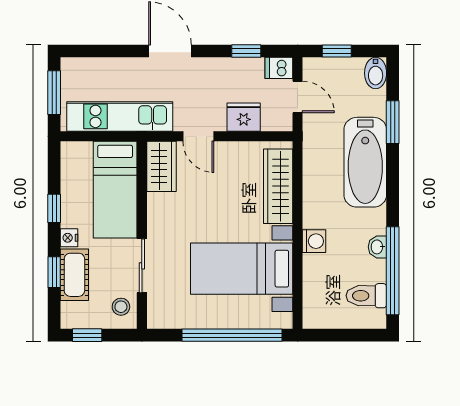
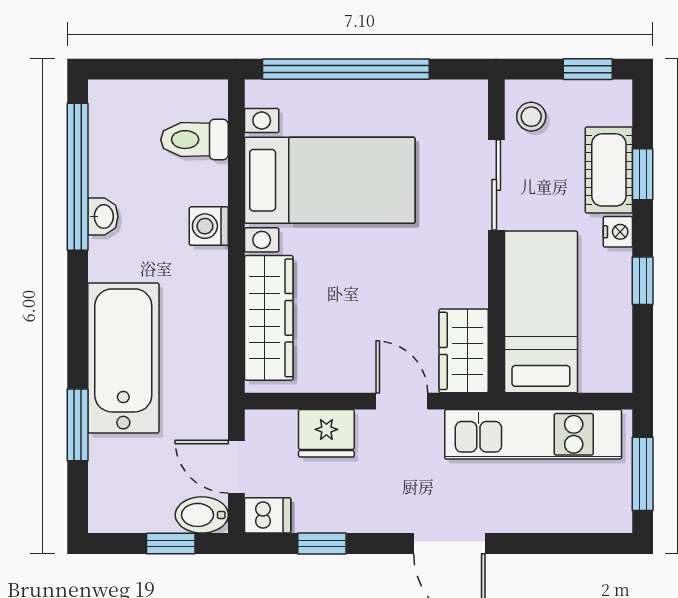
bidet: (376, 73) -> (202, 515), moved, turned -90
toilet: (366, 296) -> (195, 140), moved, turned 180

